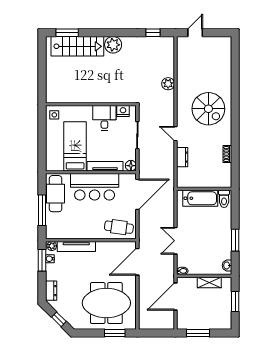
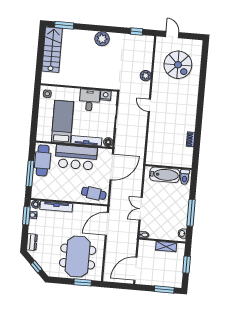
door: (195, 33) -> (172, 35), hinge flipped
stairs: (77, 46) -> (52, 50), moved, turned -90
spiral stairs: (208, 109) -> (178, 65), moved
door: (176, 134) -> (149, 105), moved
dresser: (182, 157) -> (152, 139), removed
window: (235, 240) -> (191, 213), width x1.44
door: (176, 297) -> (135, 269), moved
meeting table: (106, 303) -> (78, 256), turned 90
window: (198, 333) -> (164, 289), moved

